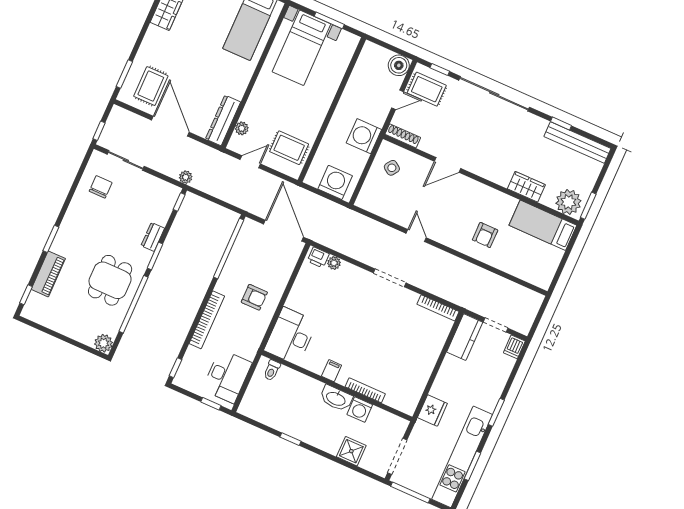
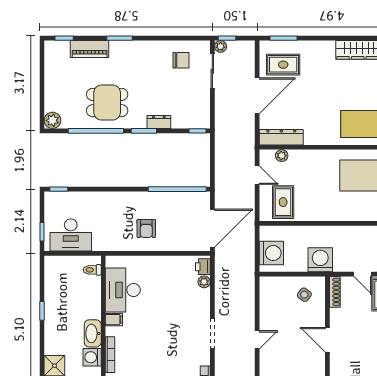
plant: (186, 177) -> (221, 46), moved
bookcase: (207, 320) -> (110, 197), removed
desk: (291, 336) -> (123, 290), moved, turned -90

